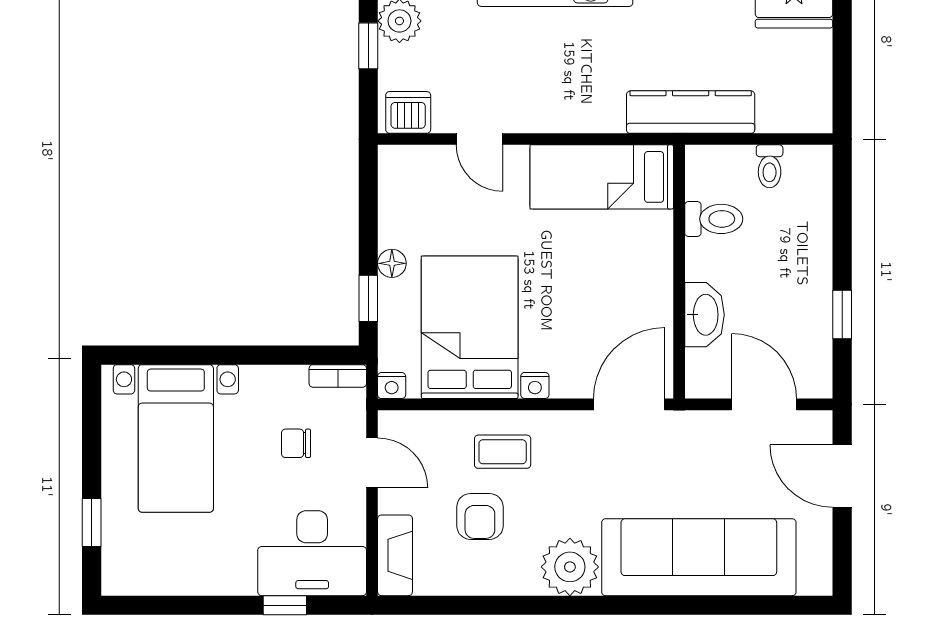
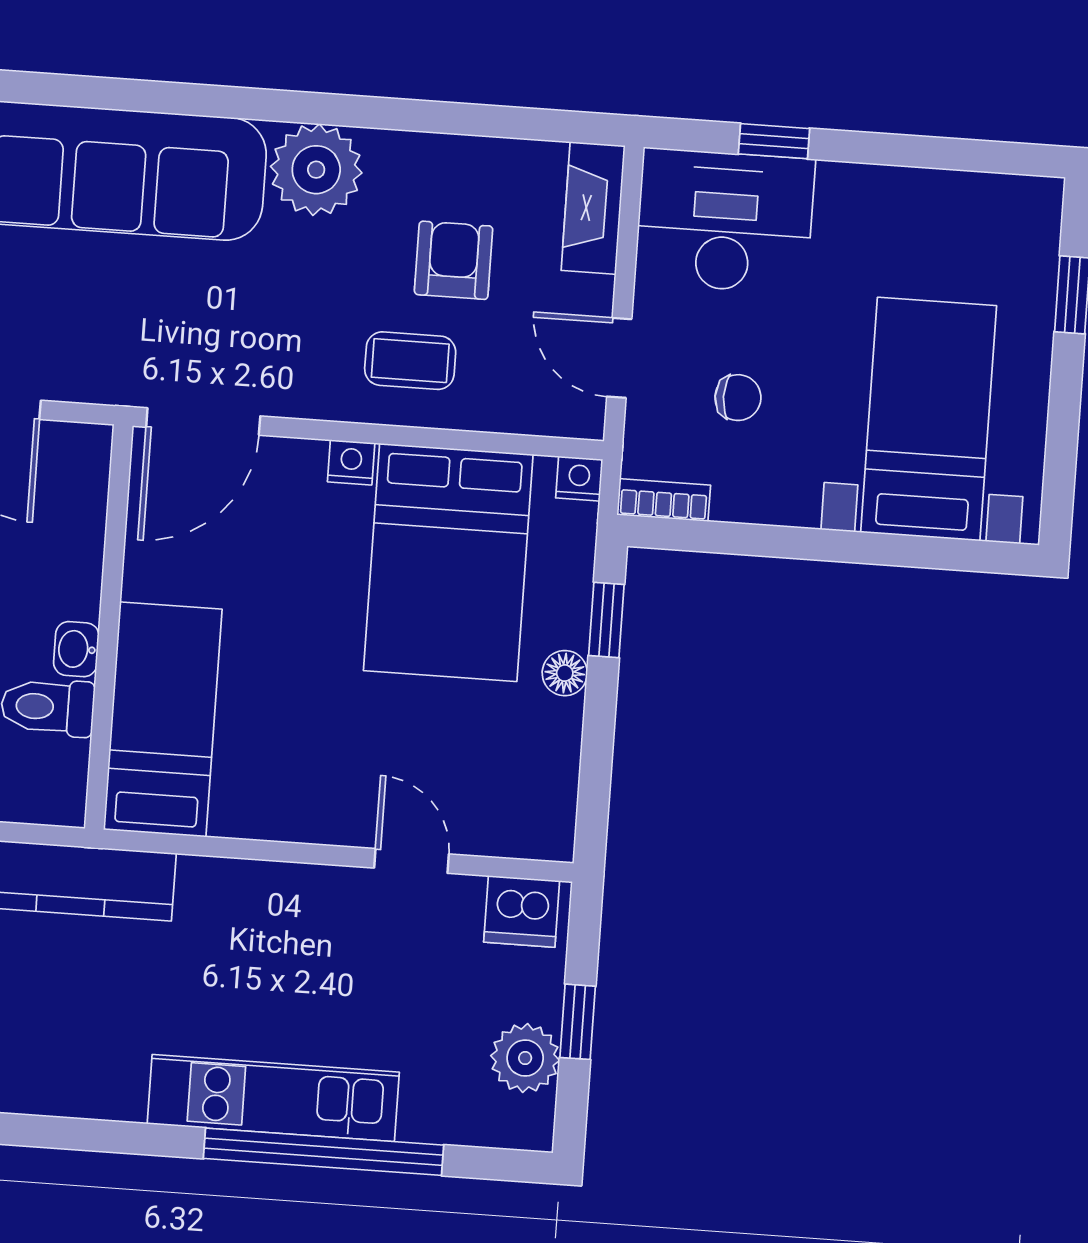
bed: (602, 177) -> (163, 719), moved, turned -90
washbasin: (704, 315) -> (76, 649), moved, width x0.52, depth x0.69

